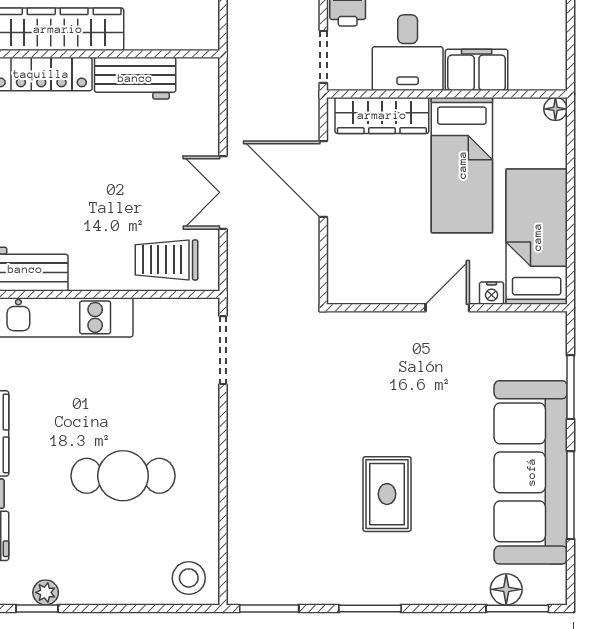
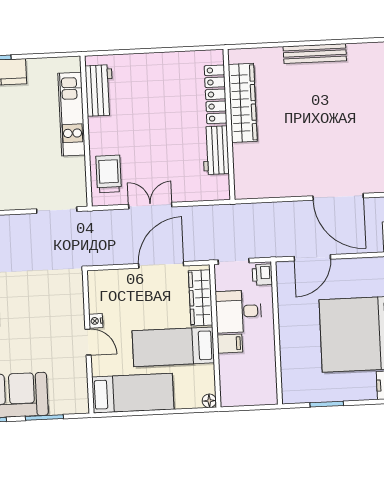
filing cabinet: (477, 70) -> (230, 344), width x0.50
nightstand: (492, 293) -> (96, 321), moved

